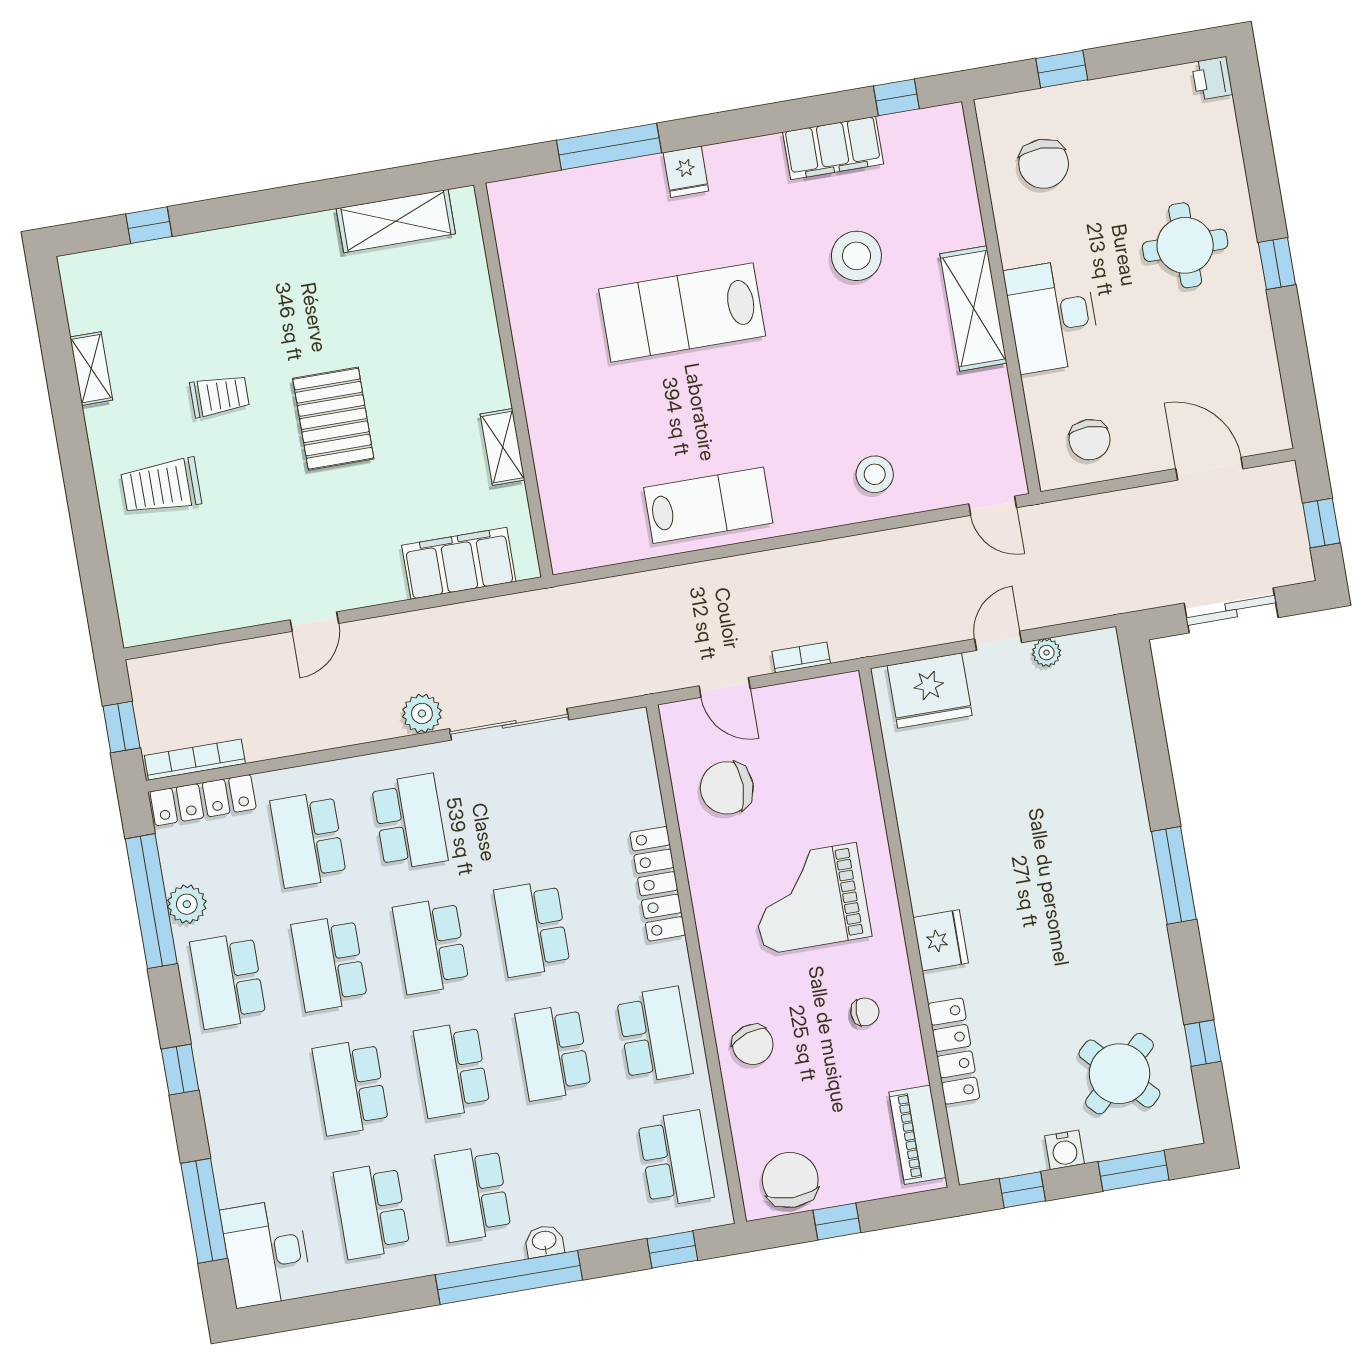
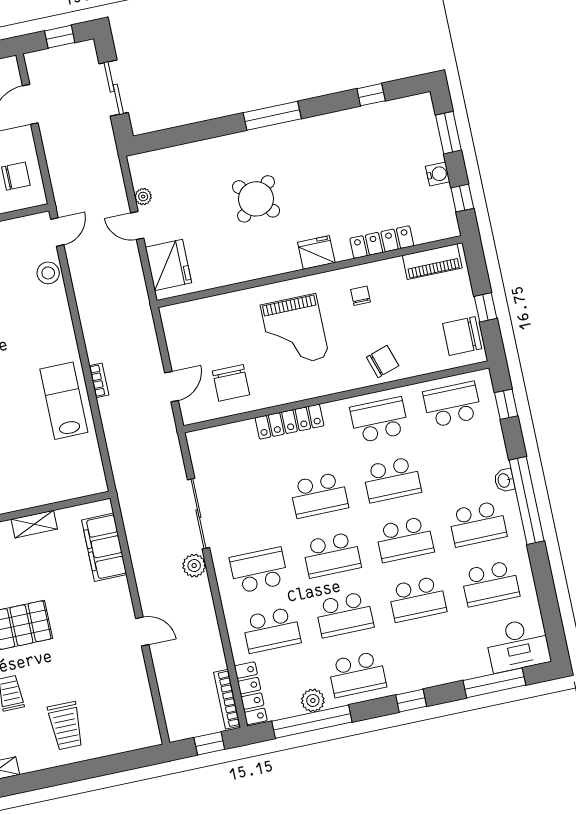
stool: (875, 474) -> (48, 273), moved
bookcase: (801, 657) -> (99, 380), moved, turned 180
round table: (1119, 1074) -> (256, 199), moved

